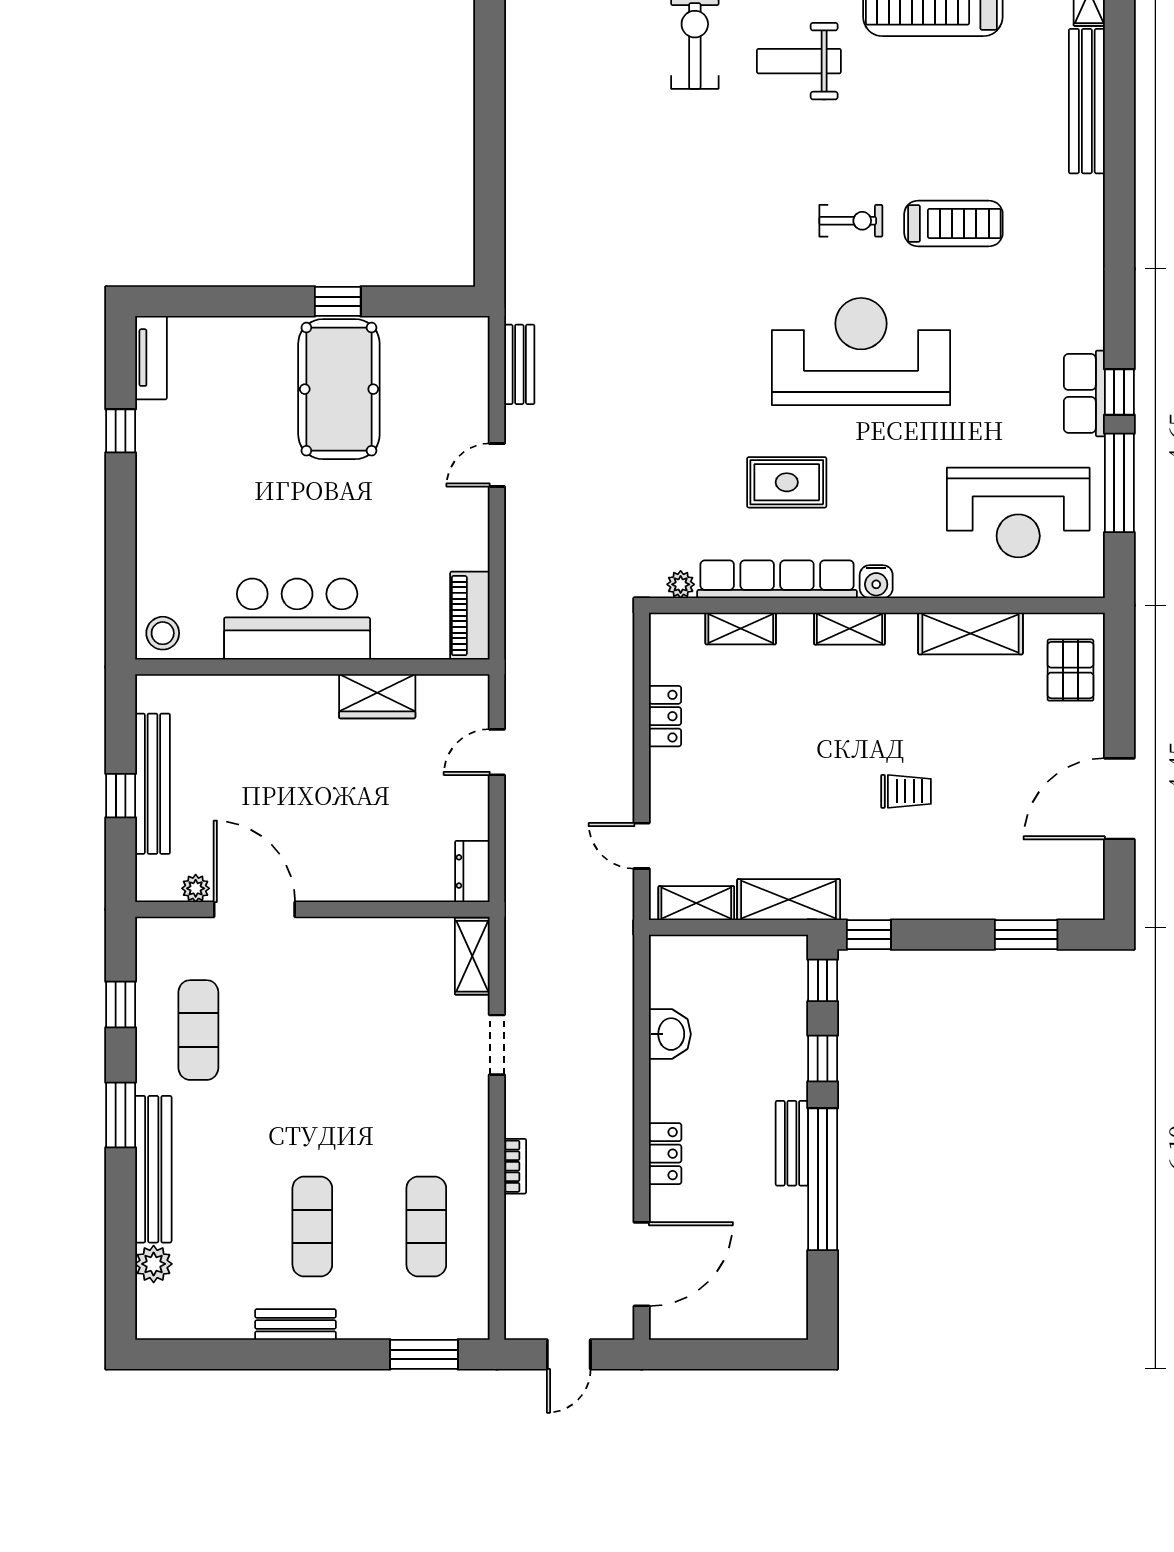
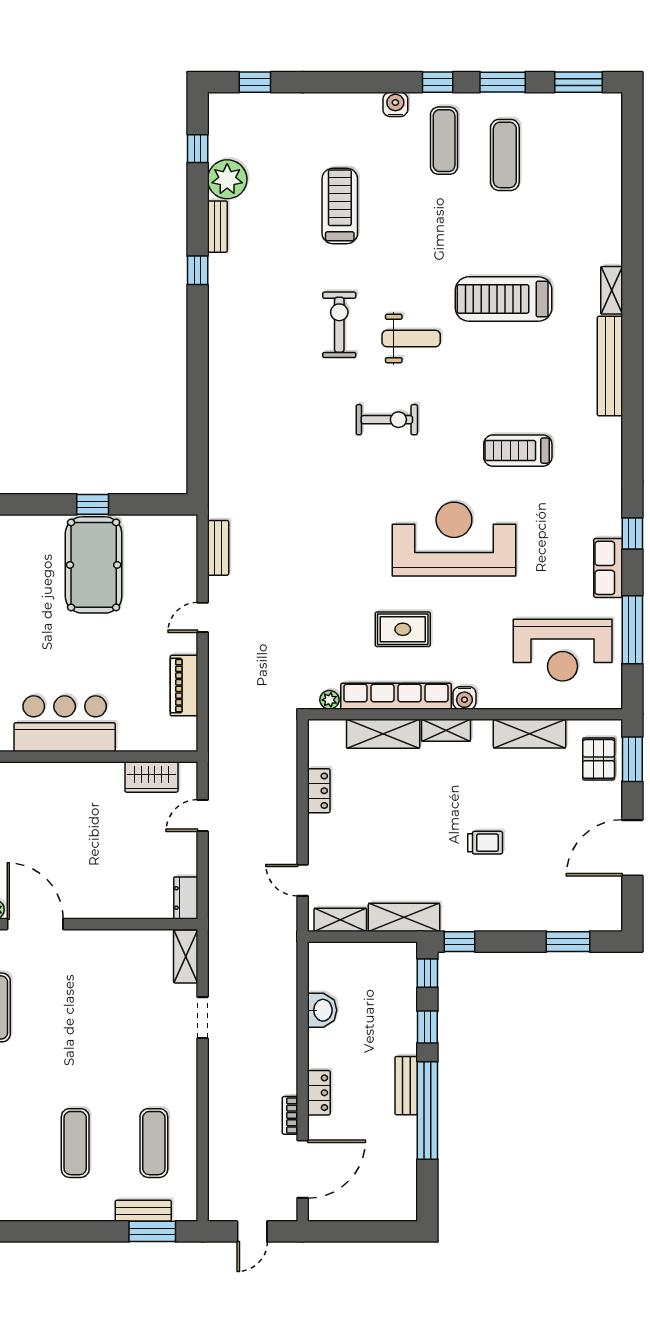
weight bench: (799, 61) -> (411, 338), turned 180
exercise bike: (851, 221) -> (387, 420), moved, width x1.38, depth x1.39
treadmill: (953, 223) -> (518, 451), turned 180
window: (1119, 392) -> (632, 533), moved
piano: (470, 616) -> (184, 686), moved
shelving: (741, 628) -> (383, 734), width x1.50, depth x1.33
window: (1119, 670) -> (632, 759), added
wardrobe: (377, 696) -> (151, 777), moved
bookcase: (515, 1166) -> (290, 1115), moved, turned 180
bench: (295, 1325) -> (143, 1211), moved

